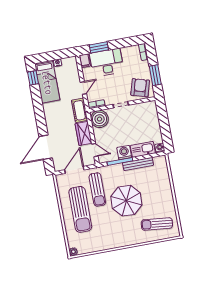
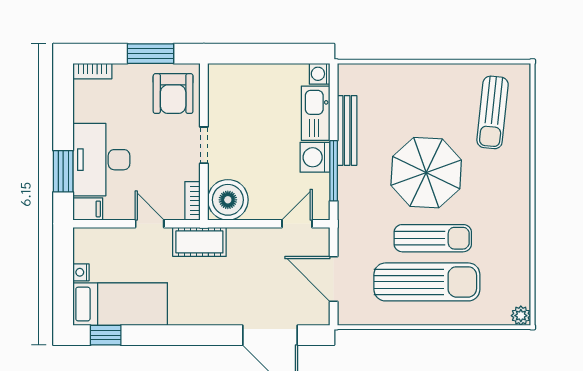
armchair: (140, 88) -> (173, 94), turned -106
wardrobe: (84, 133) -> (254, 243), removed
sun lounger: (97, 189) -> (433, 238), moved

